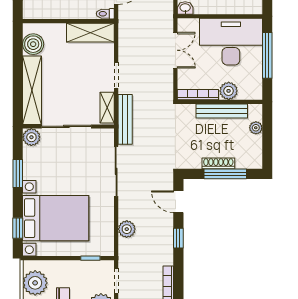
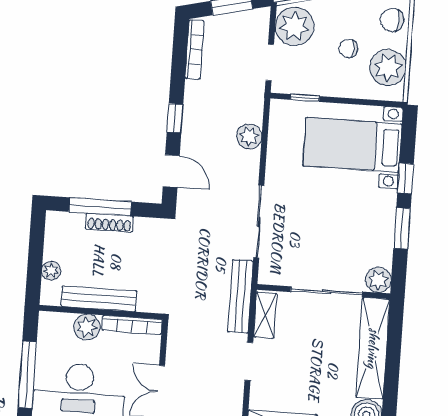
bed with nightstands: (56, 218) -> (352, 145), width x0.73
window: (18, 228) -> (406, 178), moved

